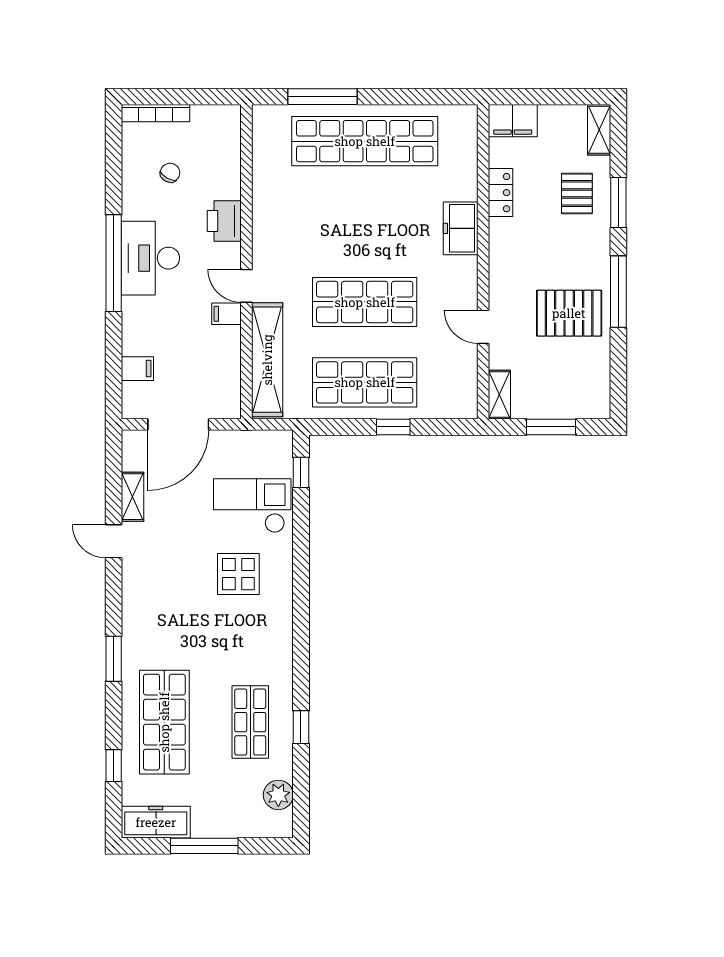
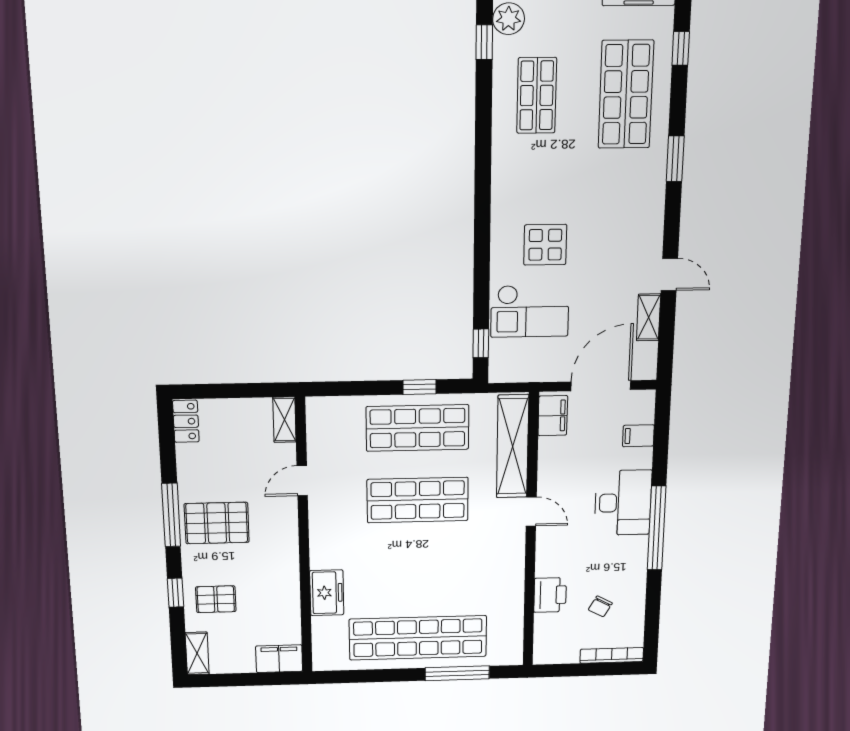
locker: (500, 193) -> (186, 421), moved, turned 180
pallet: (577, 193) -> (216, 599), turned 90
window: (618, 202) -> (175, 593), width x0.67
printer: (224, 221) -> (550, 595), moved
freezer: (461, 228) -> (327, 593), moved
desk: (150, 258) -> (623, 503), moved
pallet: (569, 313) -> (217, 523), moved
filing cabinet: (227, 314) -> (553, 416), moved, width x2.00
door: (483, 327) -> (302, 481), swing flipped
window: (393, 427) -> (420, 387), moved
window: (551, 427) -> (232, 391), removed
window: (301, 727) -> (484, 42), moved

